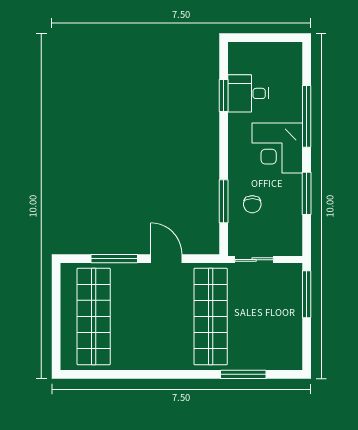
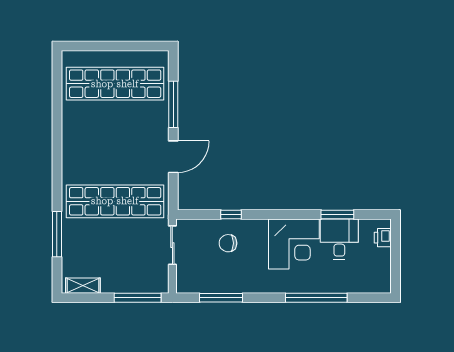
printer: (247, 50) -> (383, 238), added
corner desk: (277, 148) -> (294, 244), moved, turned 180
window: (307, 193) -> (221, 298), moved
window: (224, 201) -> (231, 214), width x0.46
shelving: (295, 349) -> (83, 286), added

